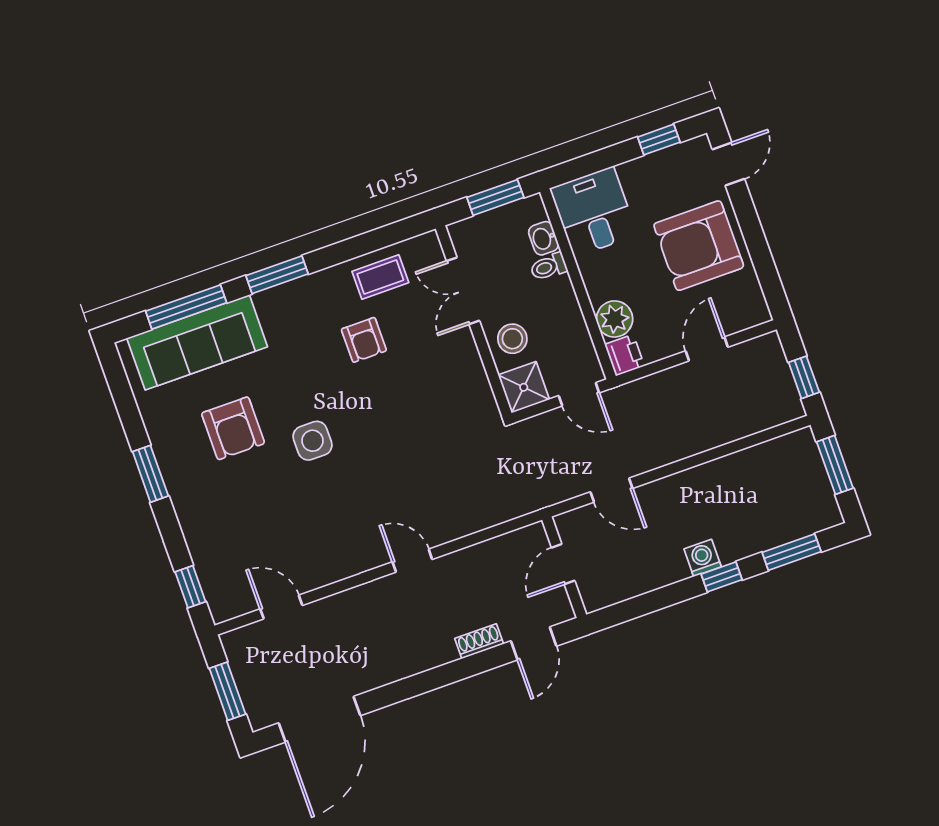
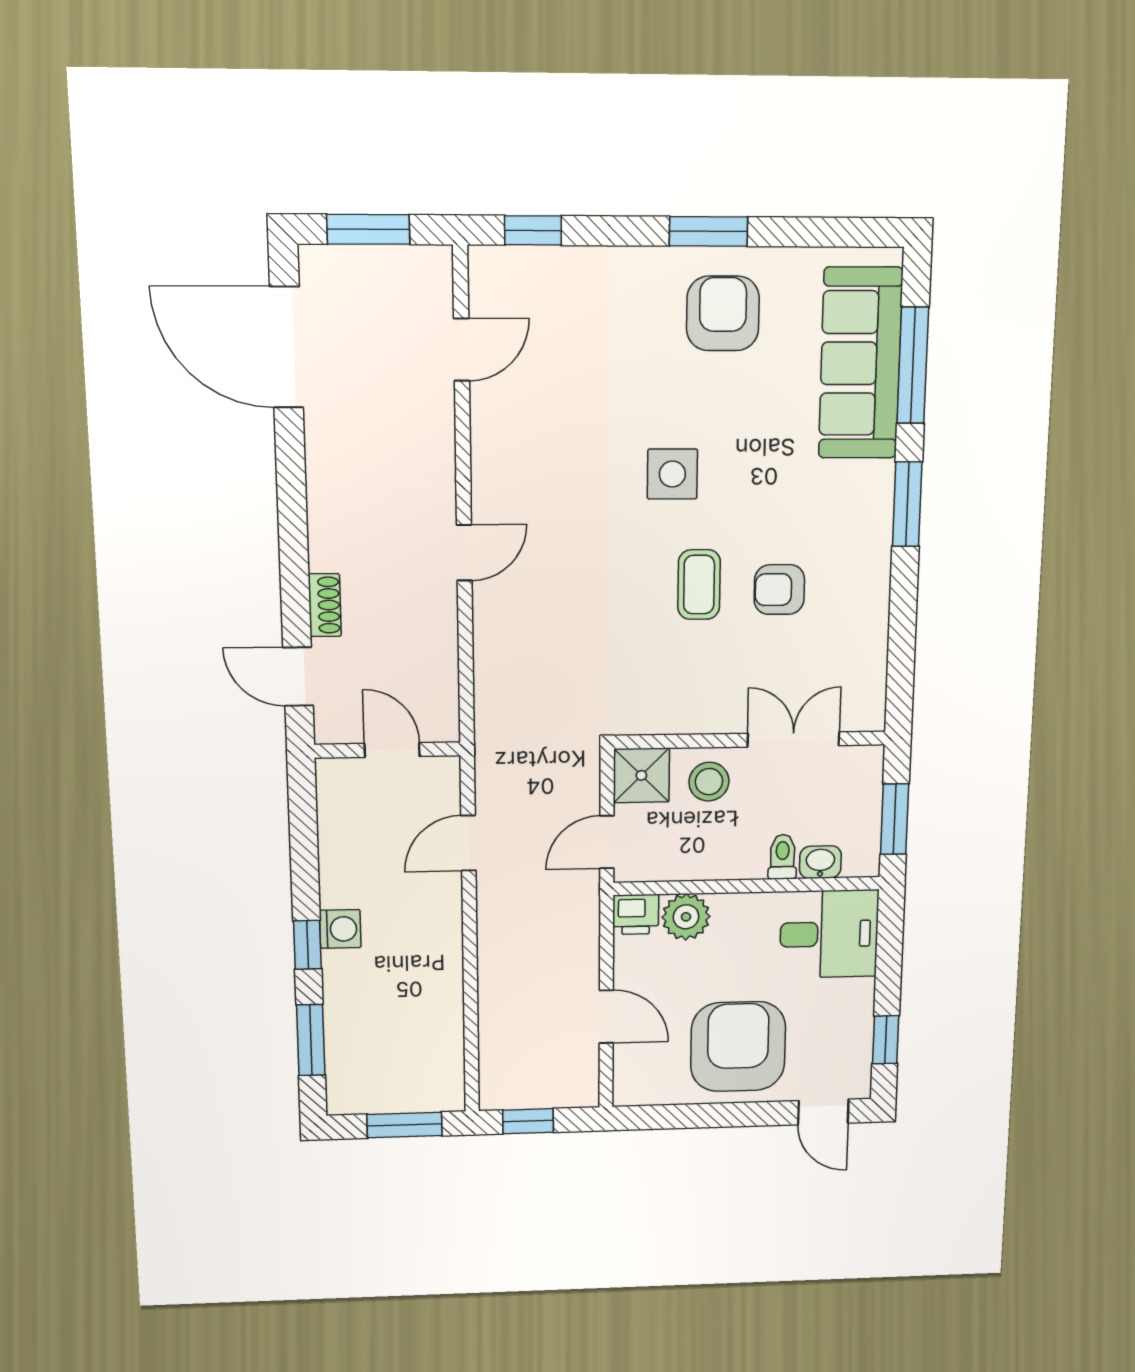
coffee table: (380, 277) -> (699, 585), moved
armchair: (233, 428) -> (723, 313), moved, turned 90

